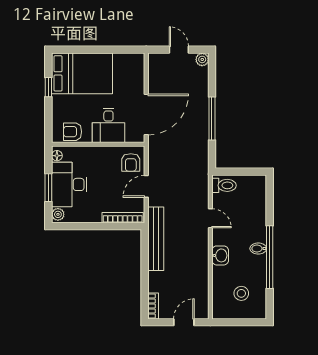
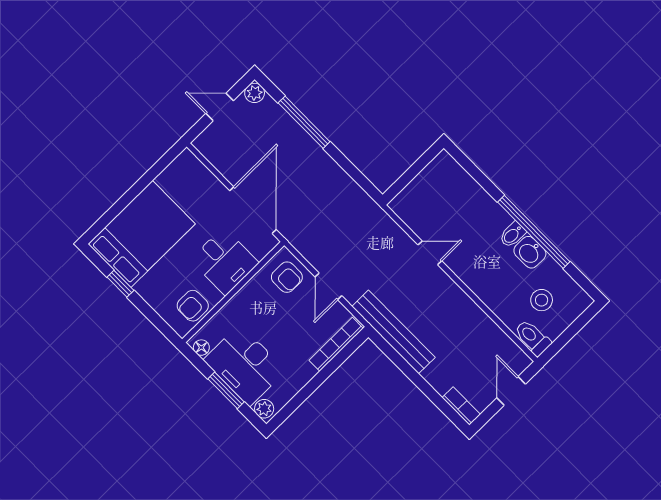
window: (212, 118) -> (304, 122), moved
toilet: (224, 185) -> (533, 338), moved, turned -90
washbasin: (220, 255) -> (530, 252), moved, turned 180

